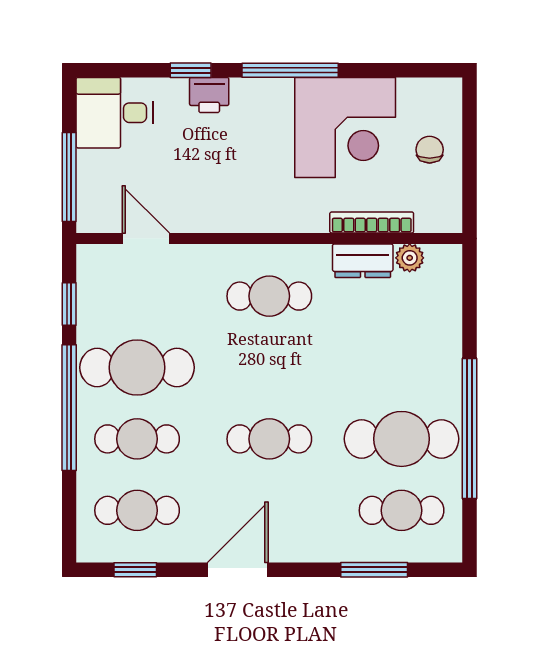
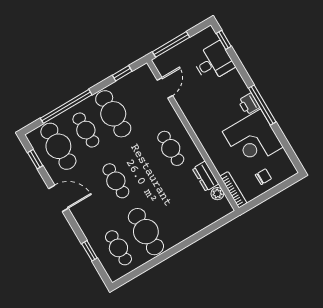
window: (191, 70) -> (224, 40), moved
printer: (209, 95) -> (249, 104), moved
desk: (114, 113) -> (213, 62), moved, turned 90
bookcase: (372, 222) -> (233, 190), moved
window: (69, 408) -> (66, 106), moved
window: (469, 429) -> (165, 255), removed
cafe table: (137, 510) -> (58, 146), width x1.37, depth x1.35
window: (374, 570) -> (89, 251), width x0.67

